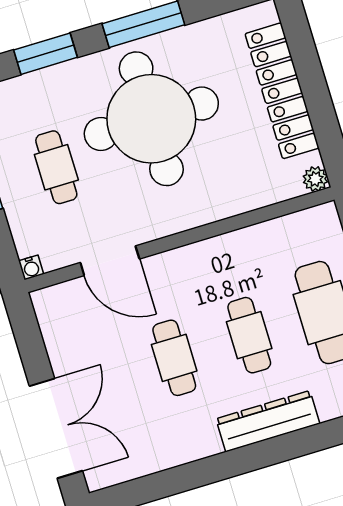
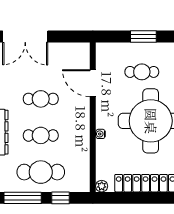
door: (110, 261) -> (93, 83), hinge flipped
water cooler: (31, 267) -> (100, 134), moved

